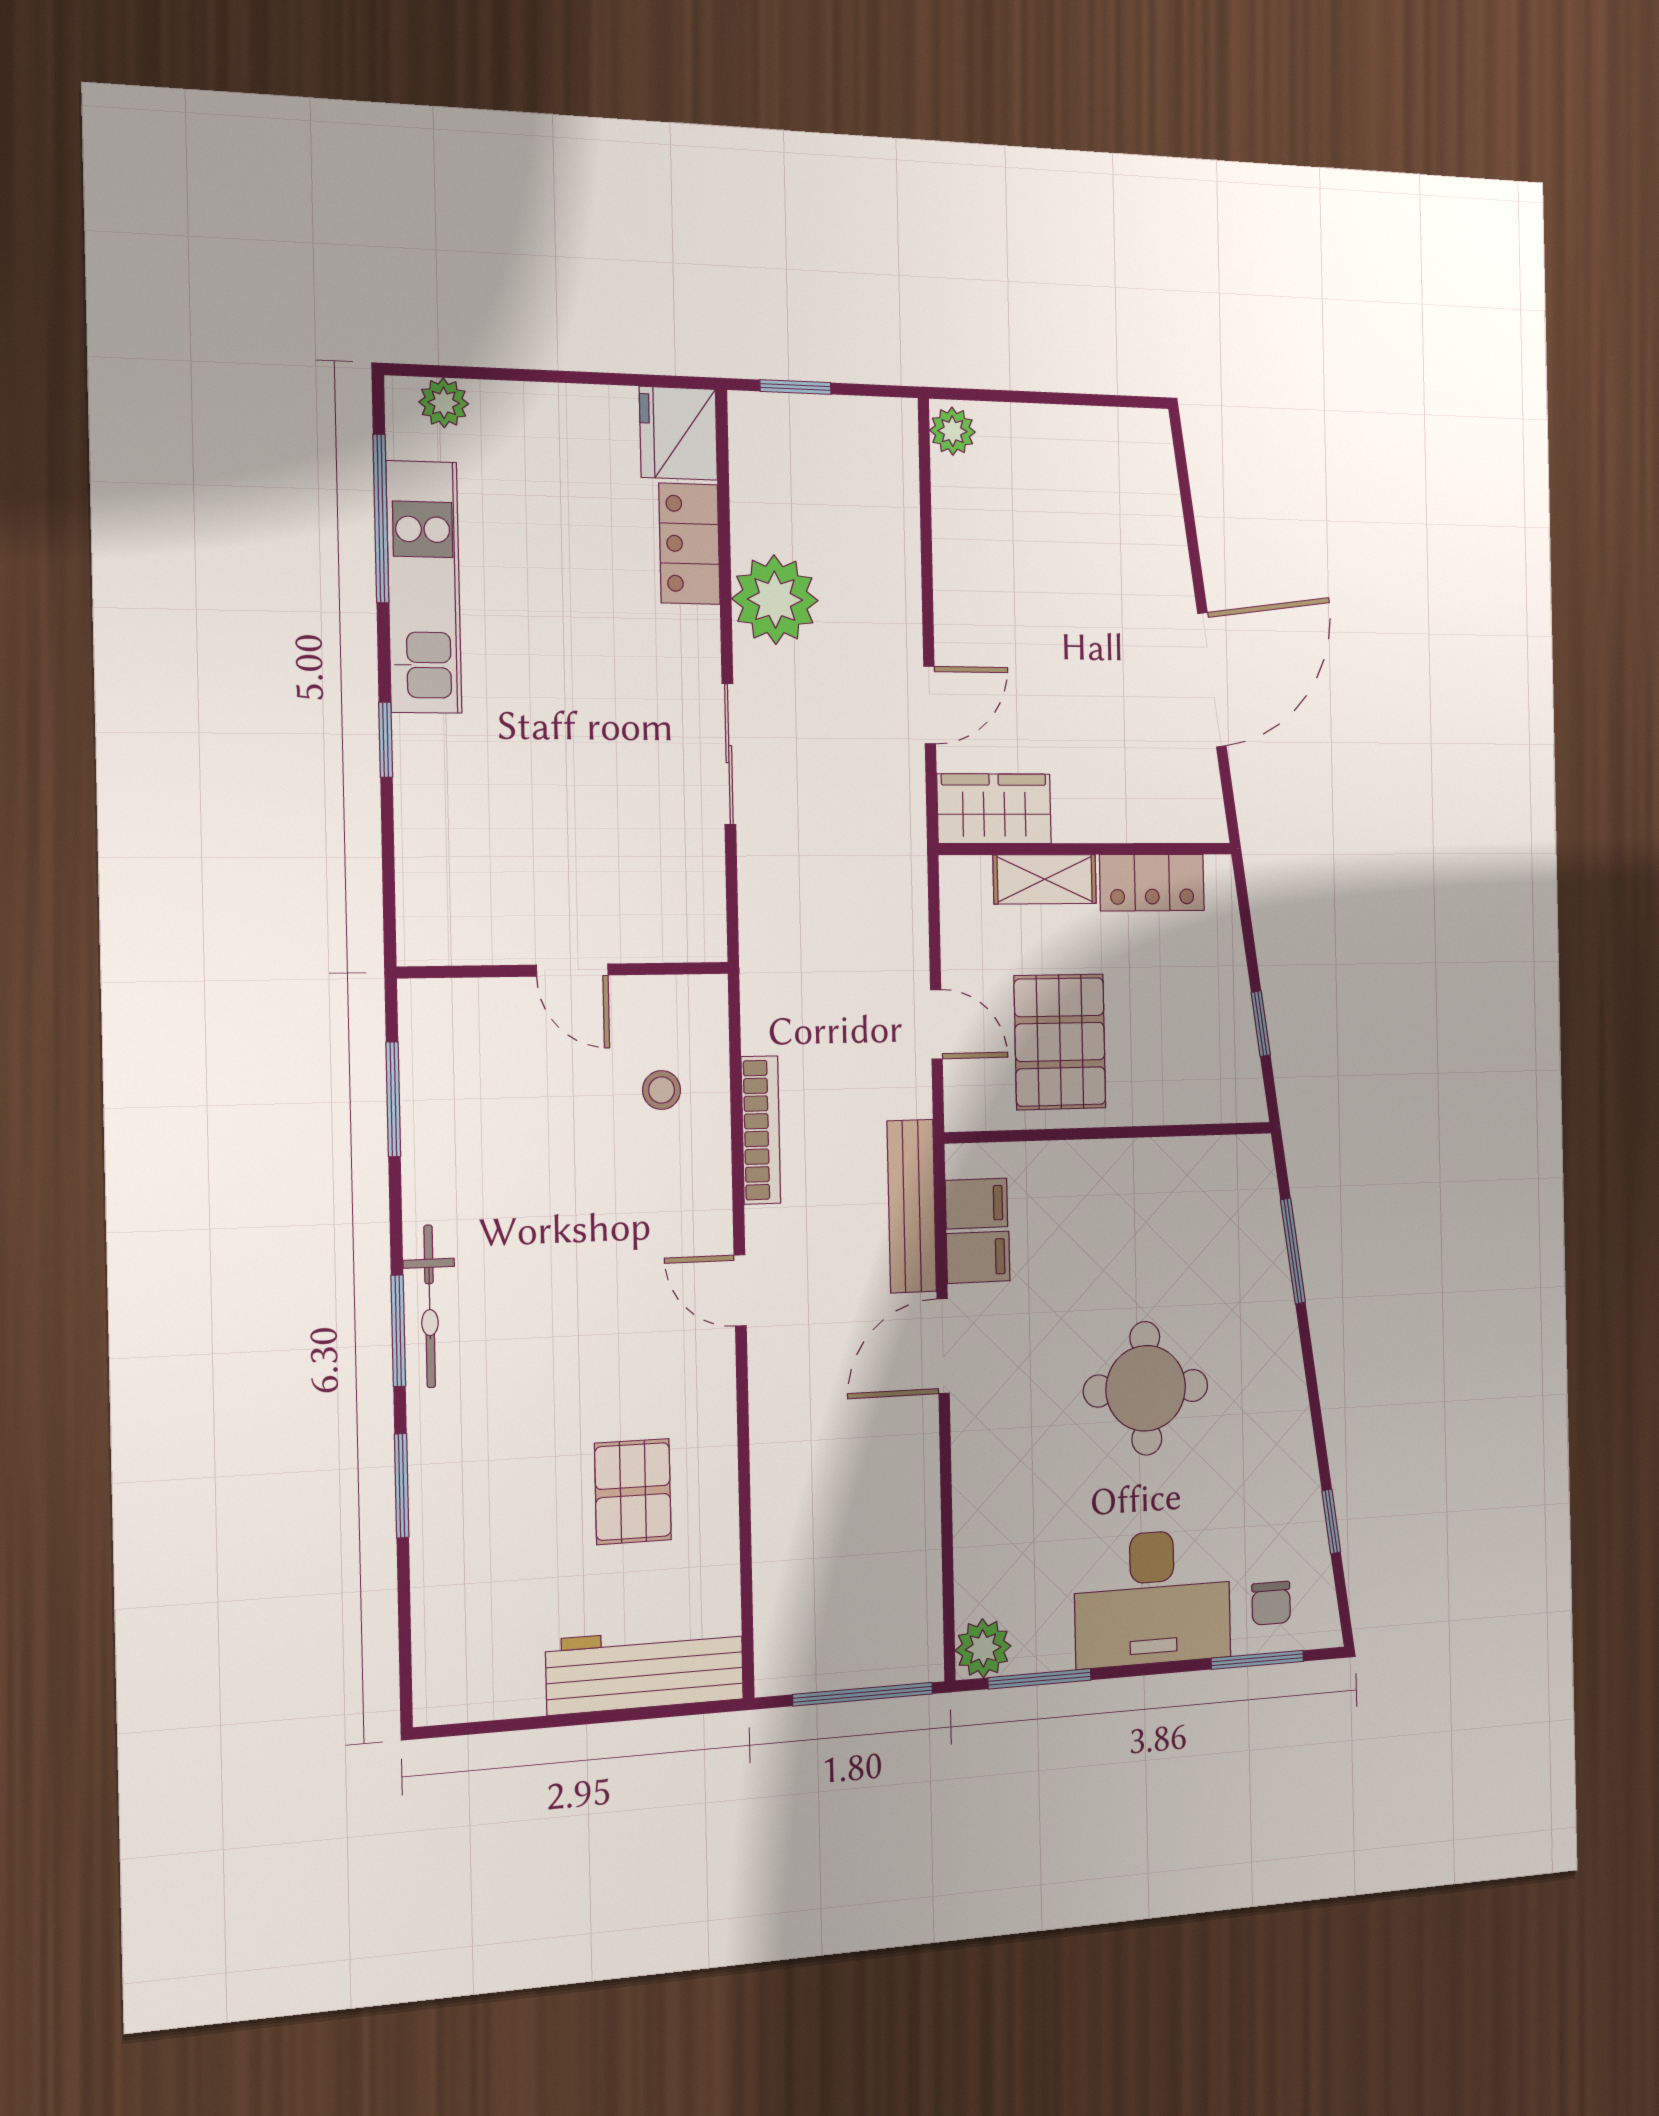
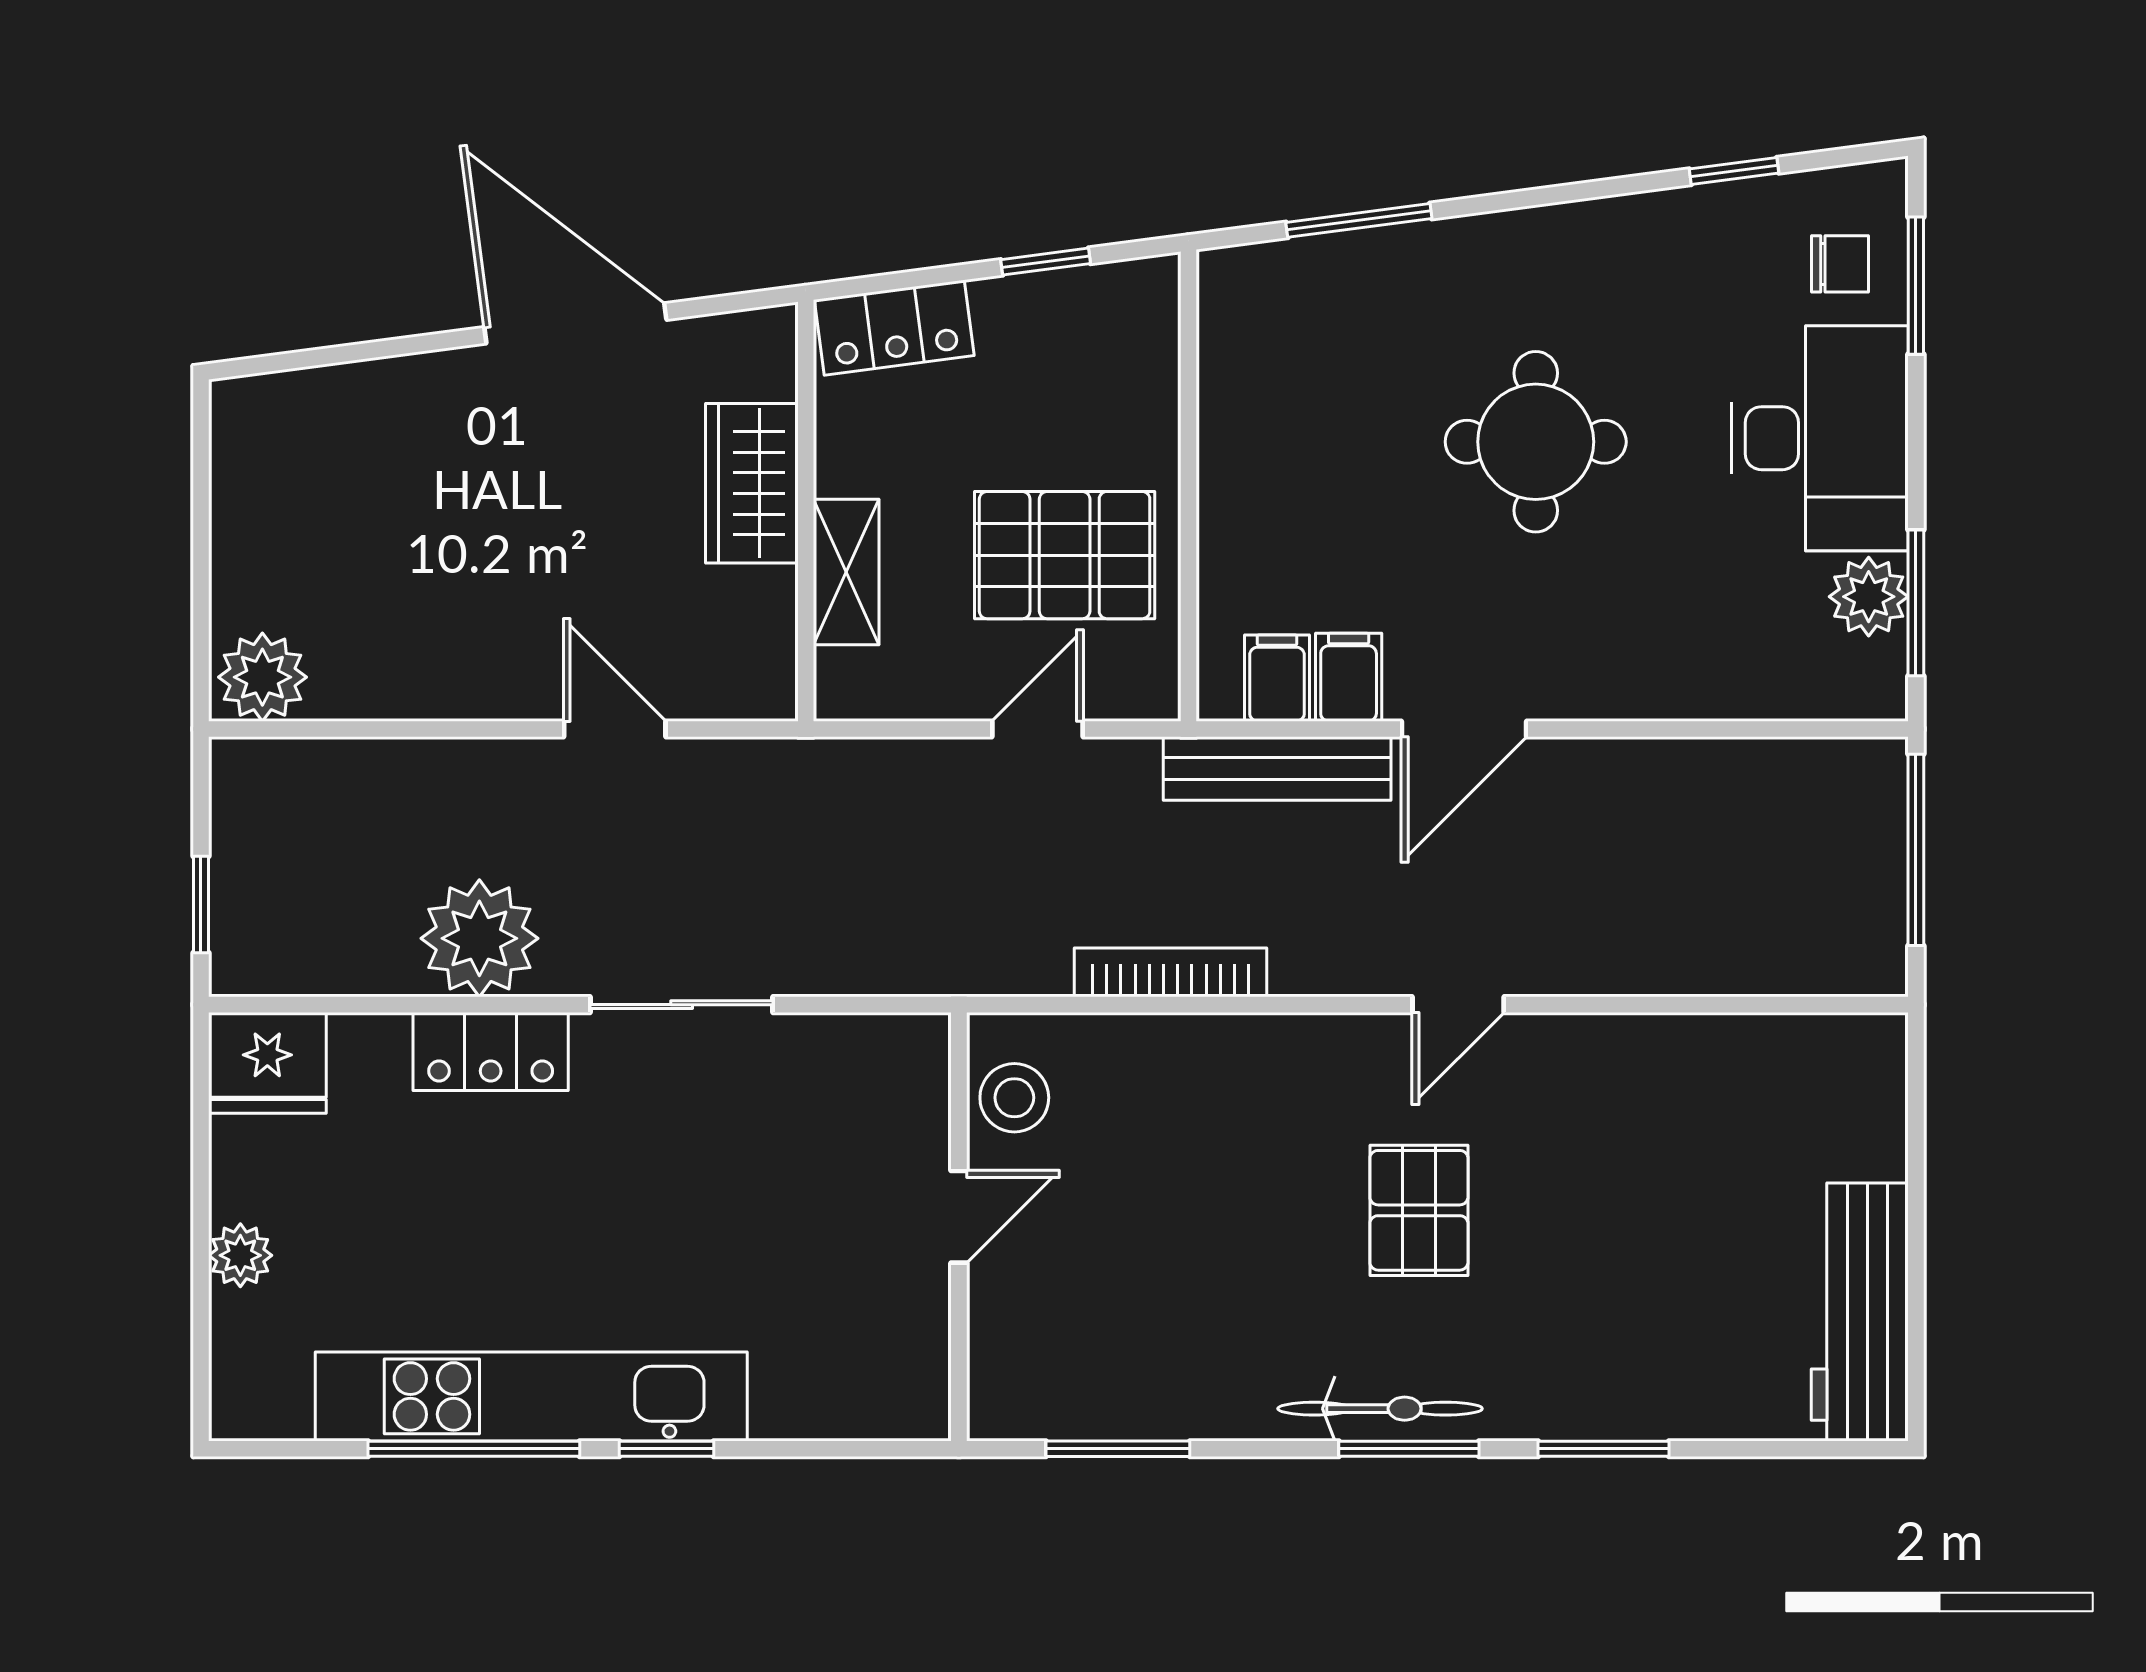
plant: (444, 403) -> (240, 1255), moved
plant: (952, 431) -> (262, 677), width x1.38, depth x1.38
window: (381, 519) -> (474, 1449), moved
locker: (689, 544) -> (491, 1051), moved
kitchen unit: (424, 587) -> (531, 1396), width x1.36
wardrobe: (994, 809) -> (752, 483), moved
locker: (1152, 883) -> (894, 328), moved, turned 83
stool: (662, 1090) -> (1014, 1098), moved, width x1.37, depth x1.37
door: (740, 1290) -> (1458, 1005), moved
door: (943, 1346) -> (1464, 729), hinge flipped
pallet: (633, 1492) -> (1419, 1210), moved, turned 90
plant: (983, 1648) -> (1869, 597), moved
workbench: (645, 1670) -> (1860, 1312), moved

